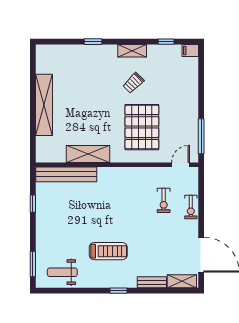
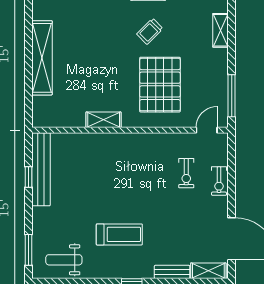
shelving: (192, 82) -> (221, 30), added
shelving: (88, 154) -> (104, 120), width x0.67, depth x0.75
bench: (66, 174) -> (41, 169), moved, turned 90

